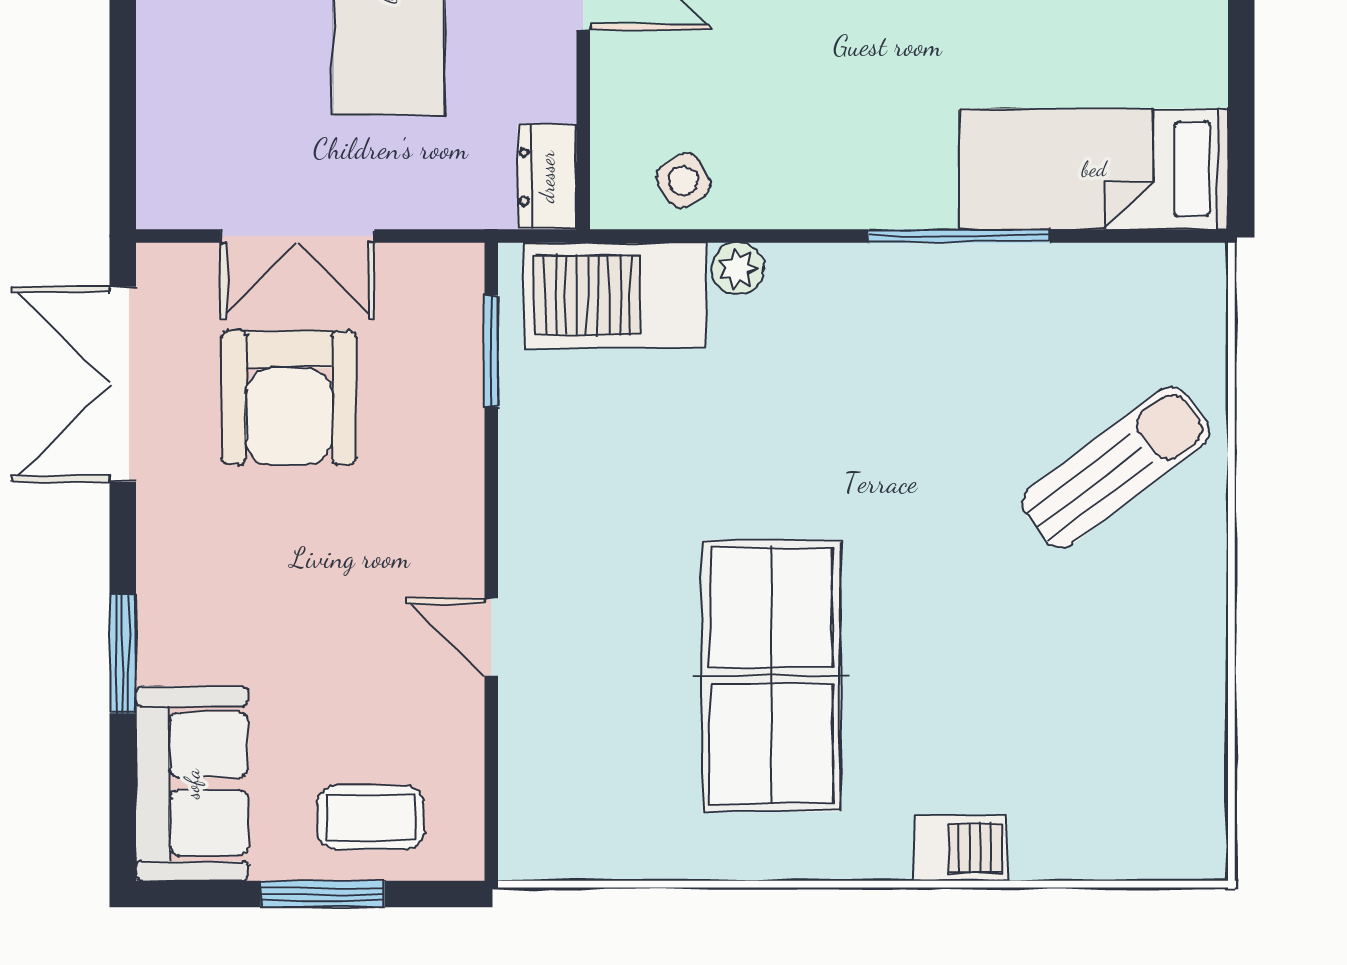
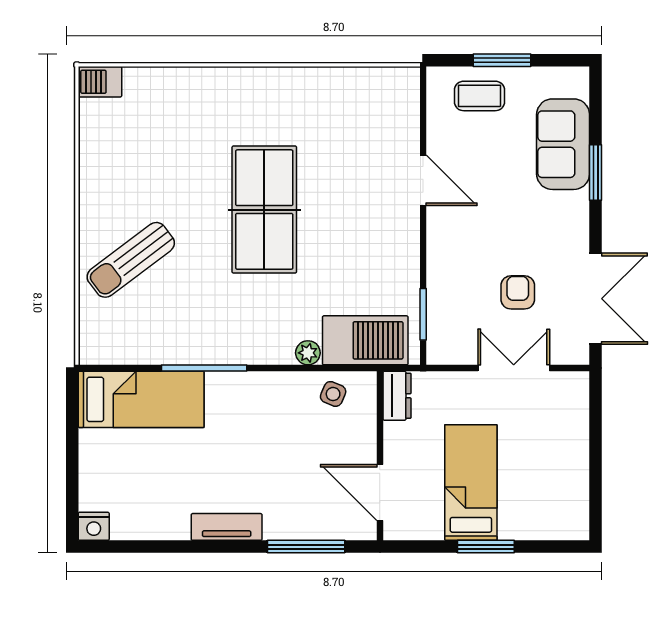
side table: (684, 181) -> (333, 394), turned -38
armchair: (289, 398) -> (518, 292), width x0.53, depth x0.53
door: (491, 638) -> (423, 180), width x1.38
table tennis table: (771, 676) -> (264, 210), moved
sofa: (192, 784) -> (563, 144), moved
barbecue: (961, 848) -> (100, 82), moved

